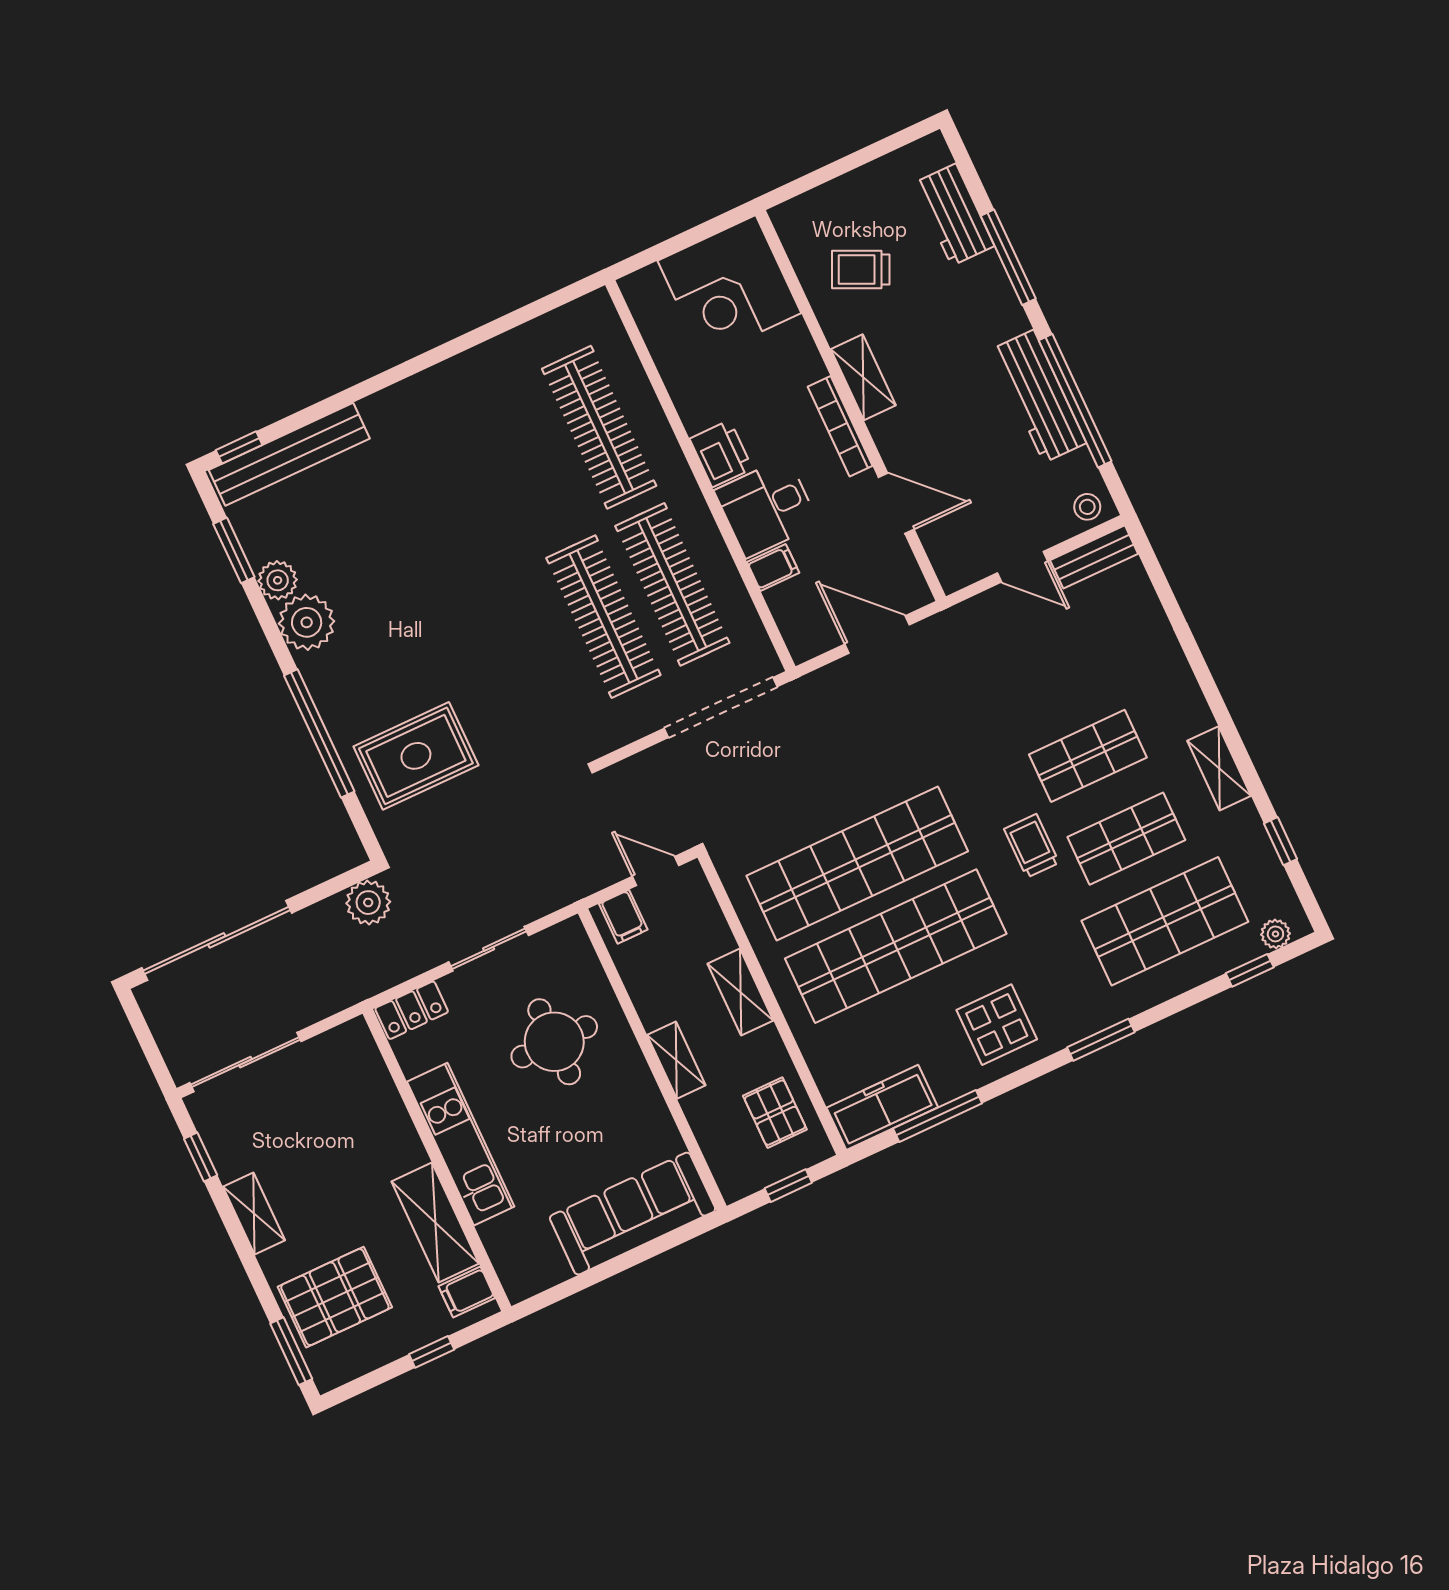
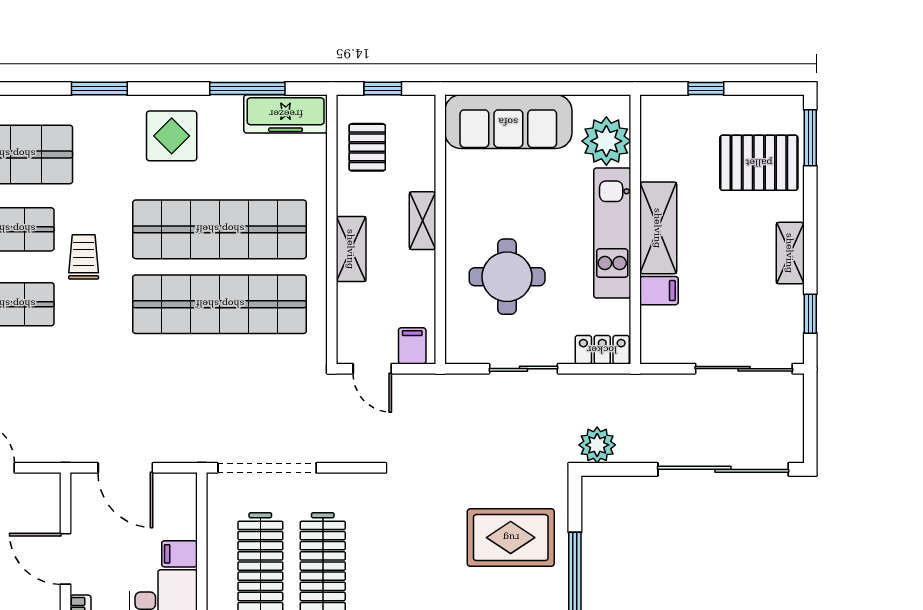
trolley: (1032, 846) -> (84, 257), turned 180
shelving: (435, 1223) -> (658, 228), moved
plant: (515, 1243) -> (606, 141), added
filing cabinet: (467, 1292) -> (659, 291), moved

